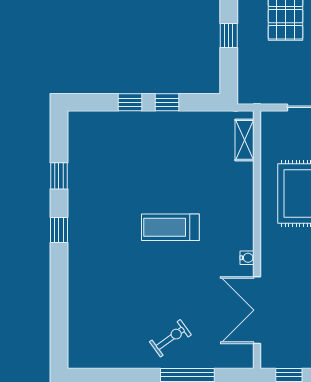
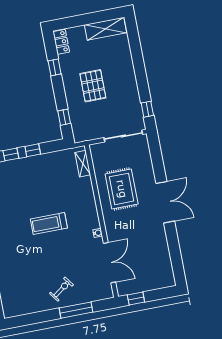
window: (229, 35) -> (64, 117), moved
double door: (257, 310) -> (109, 263), swing flipped

